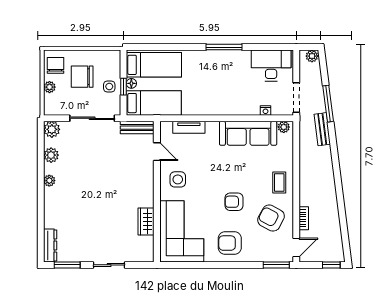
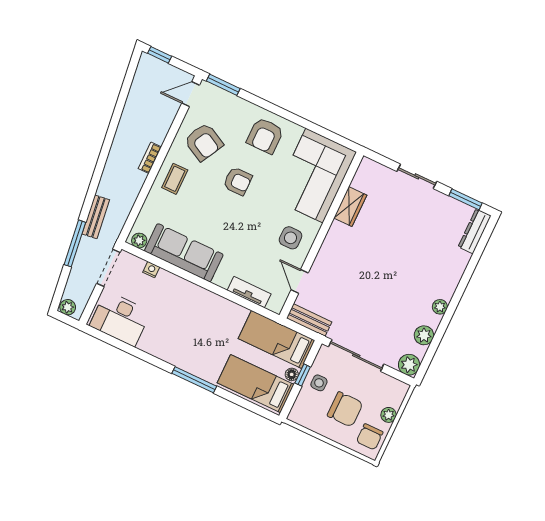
window: (224, 47) -> (194, 380), moved
bookcase: (304, 218) -> (150, 158), moved
armchair: (230, 243) -> (265, 136), turned 90

